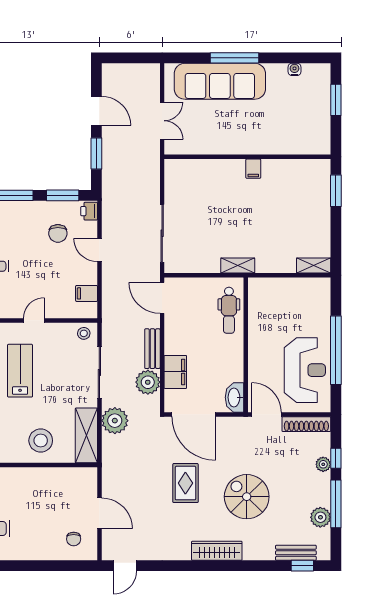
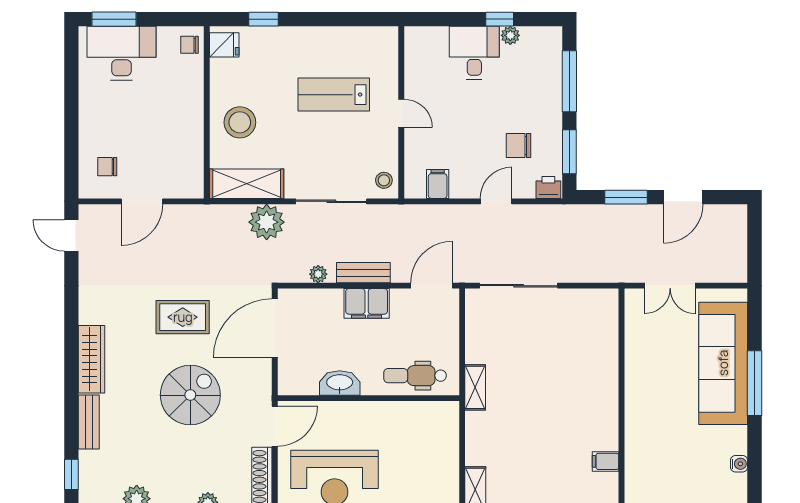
filing cabinet: (253, 169) -> (606, 461), moved
lab bench: (20, 371) -> (334, 95), turned 180
filing cabinet: (175, 372) -> (367, 303), moved
plant: (148, 382) -> (318, 274), width x0.53, depth x0.53
washbasin: (234, 397) -> (340, 383), moved
spiral stairs: (247, 497) -> (190, 395), moved
bench: (296, 553) -> (89, 422), moved

